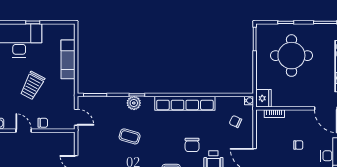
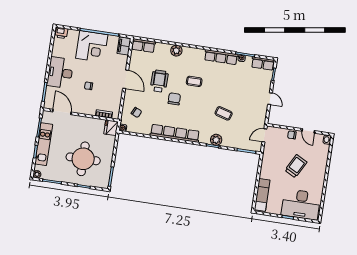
exam couch: (68, 59) -> (262, 195), moved
door: (76, 117) -> (264, 135), hinge flipped

